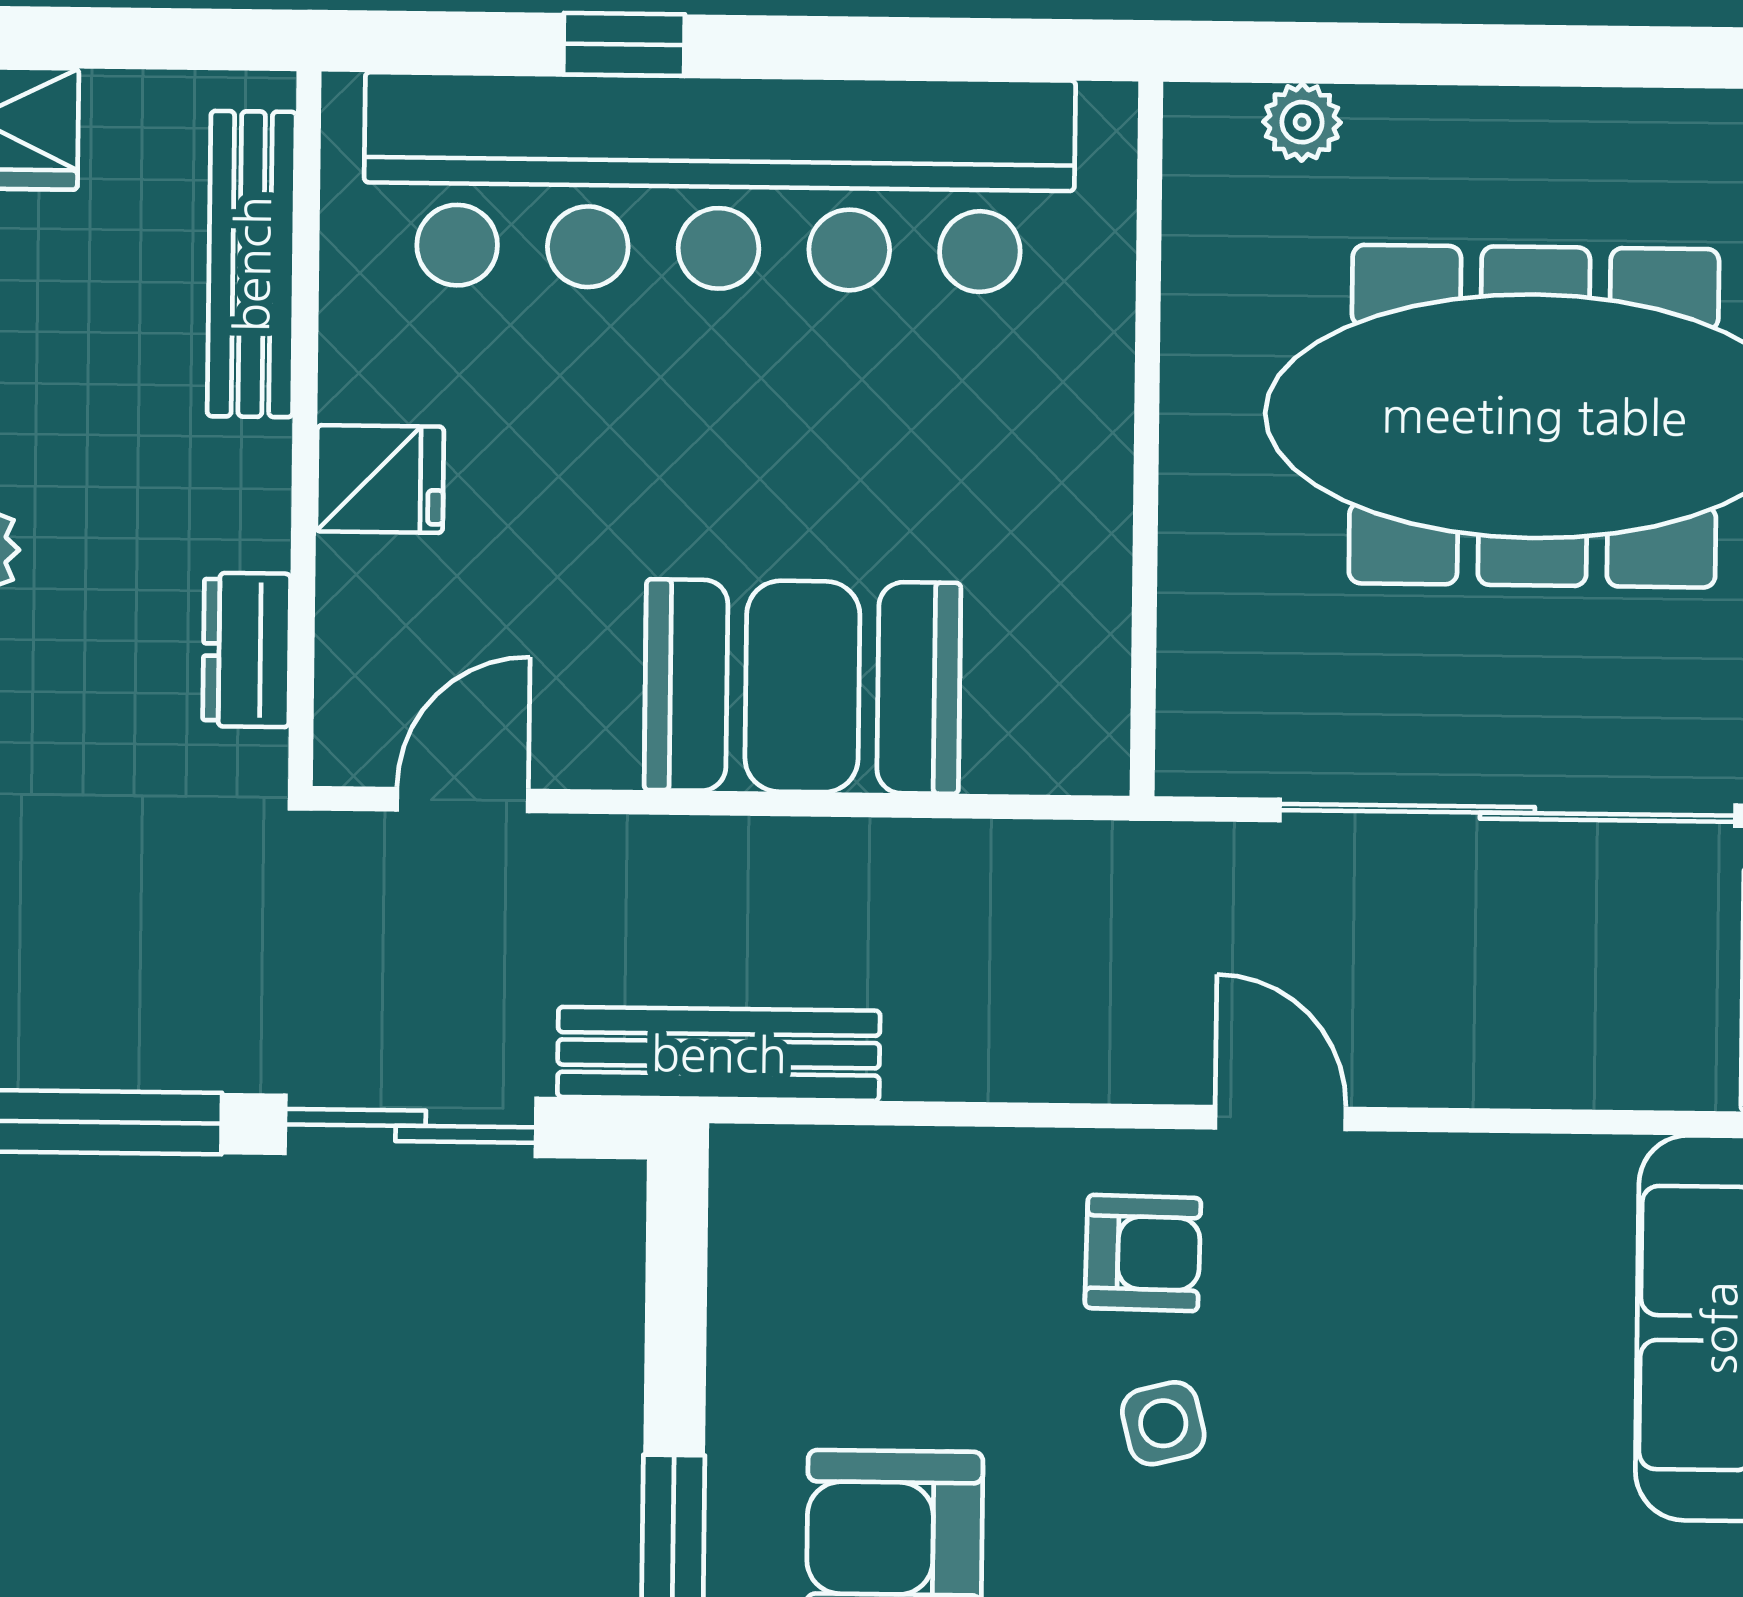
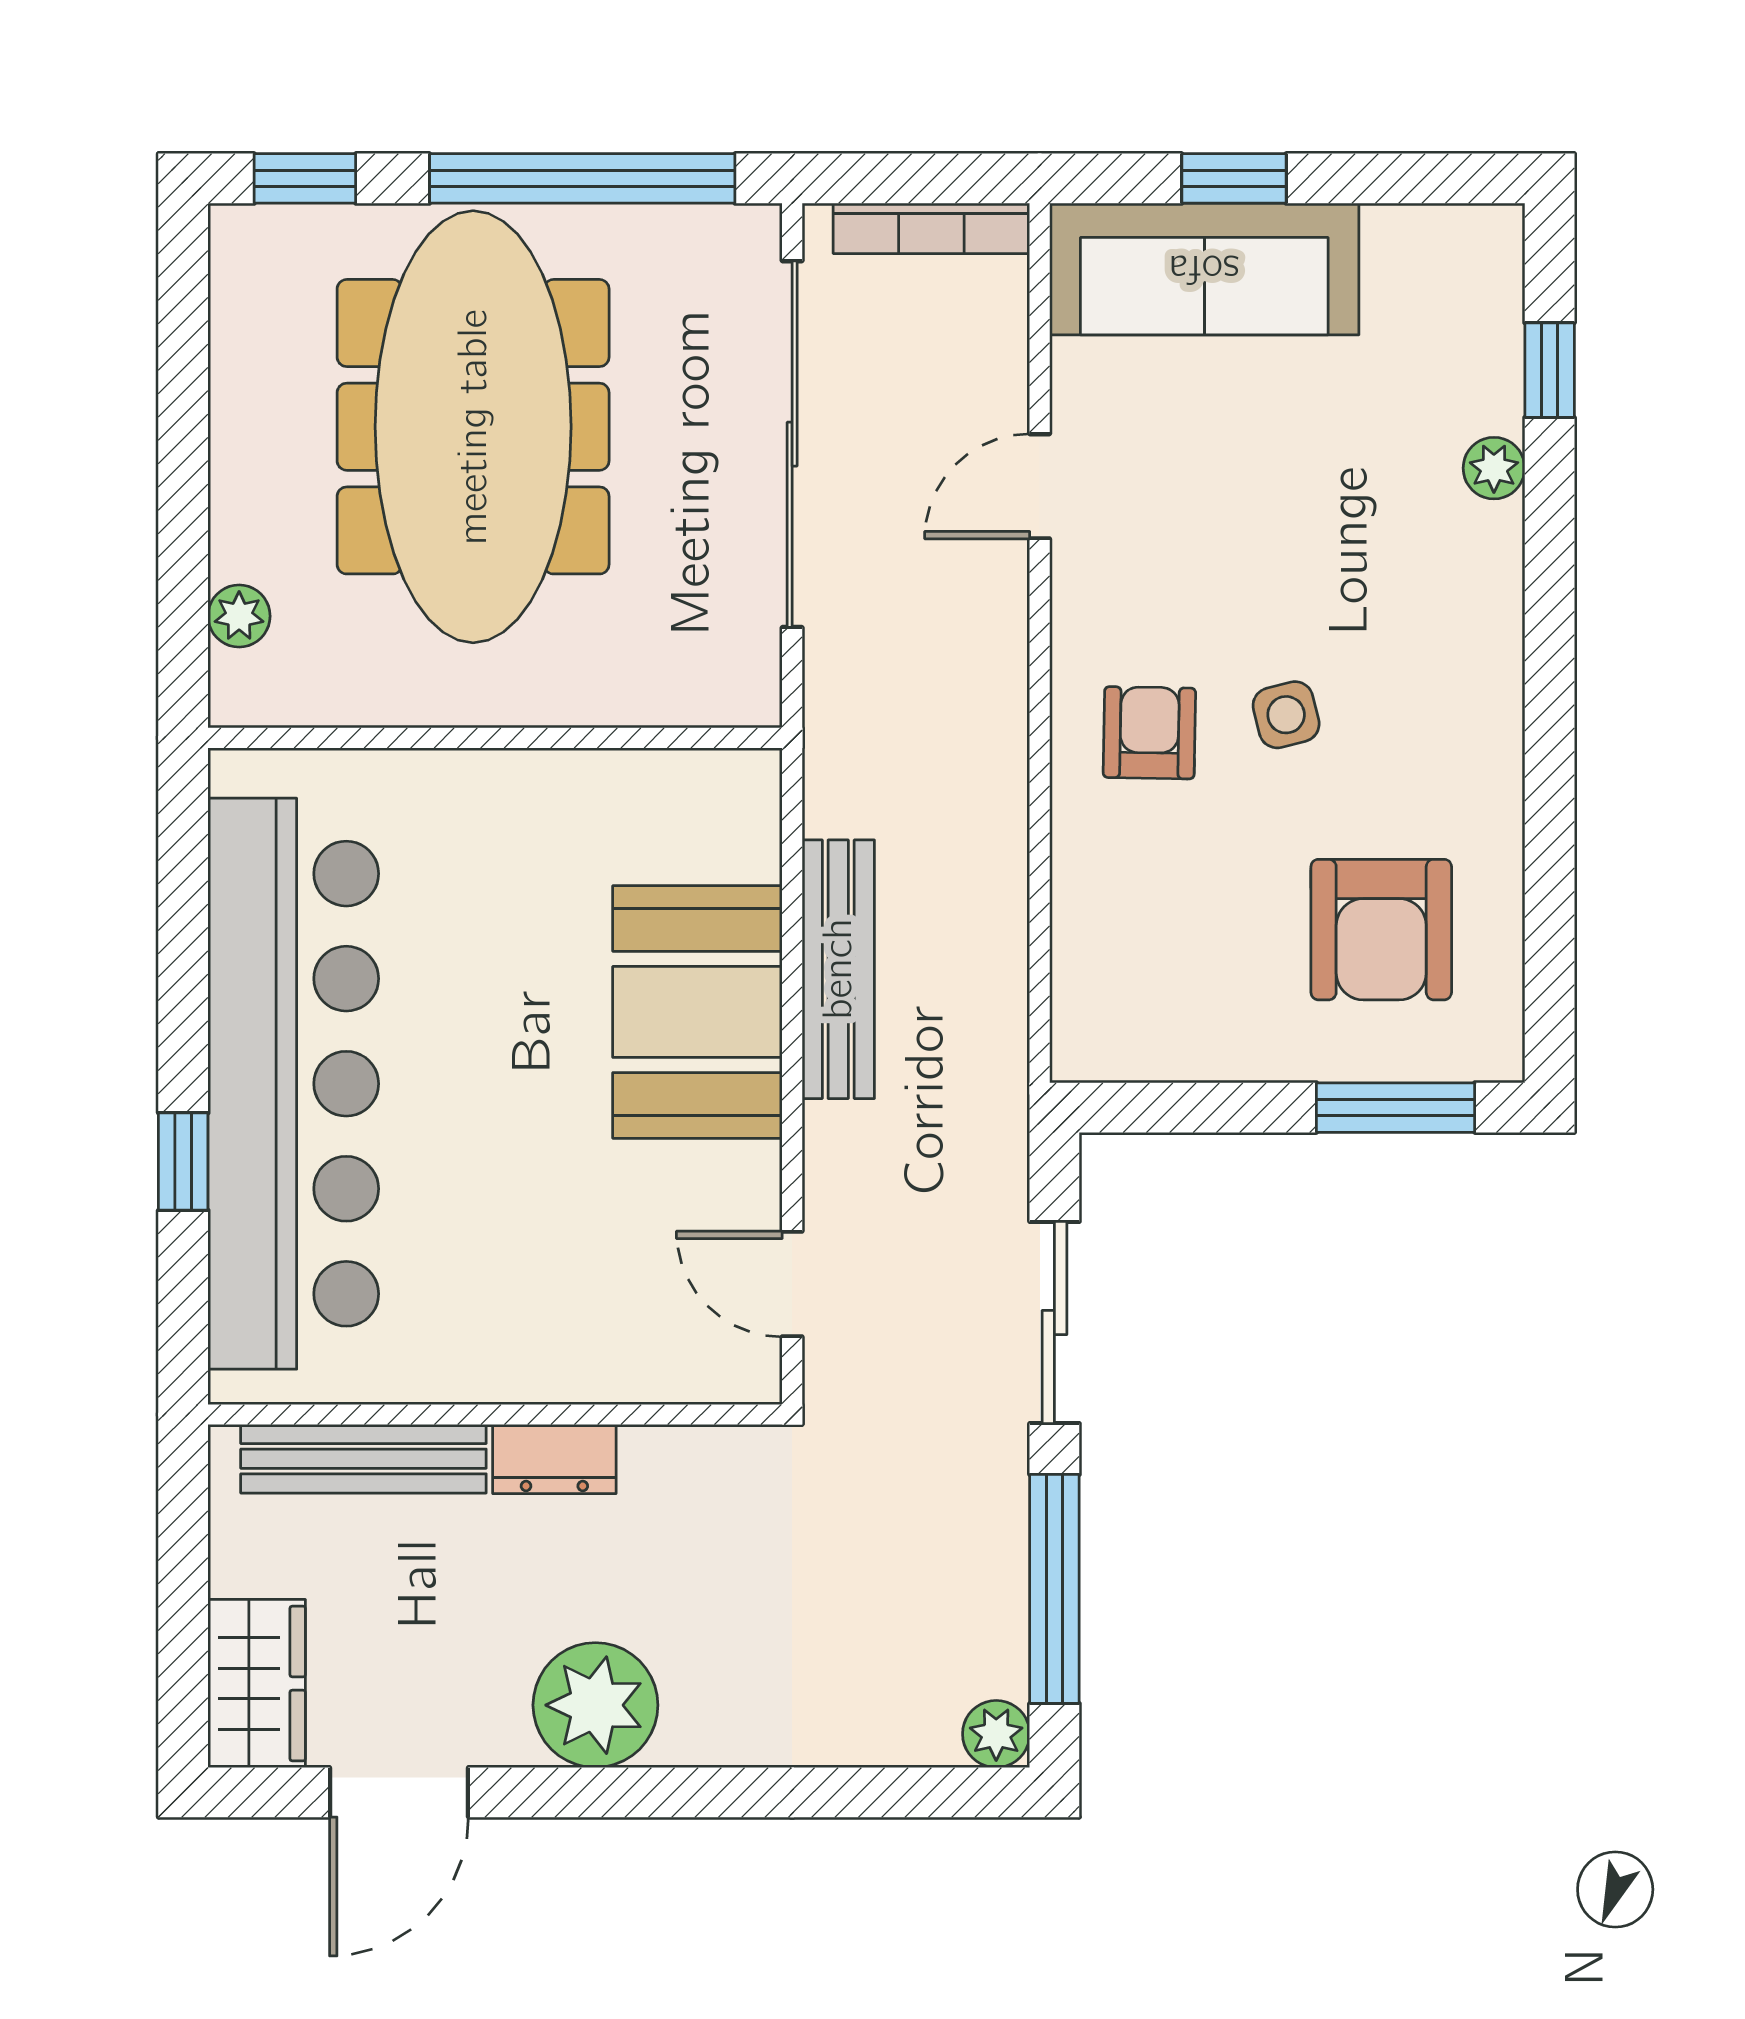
fridge: (380, 479) -> (535, 1354), removed
dresser: (247, 650) -> (554, 1459), moved
bench: (719, 1054) -> (838, 969), moved
door: (1280, 1118) -> (1040, 486), moved

